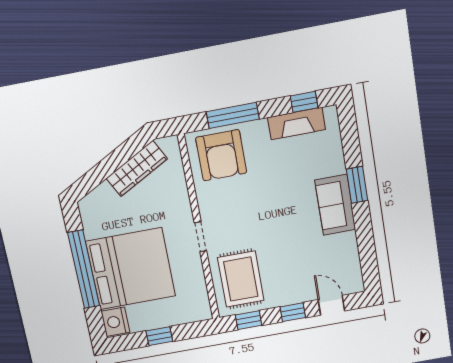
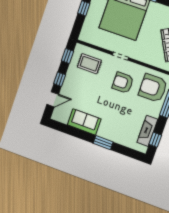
sofa: (335, 205) -> (84, 122), moved
armchair: (241, 209) -> (123, 83), added
rug: (241, 279) -> (89, 64), width x0.73, depth x0.70

